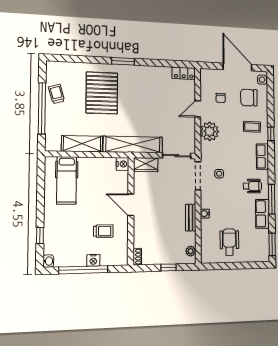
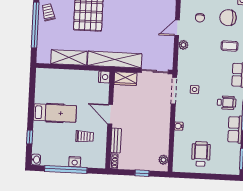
plant: (210, 131) -> (183, 45), width x0.53, depth x0.53
hospital bed: (67, 180) -> (55, 113), moved, turned -90
bench: (191, 218) -> (116, 140), moved

